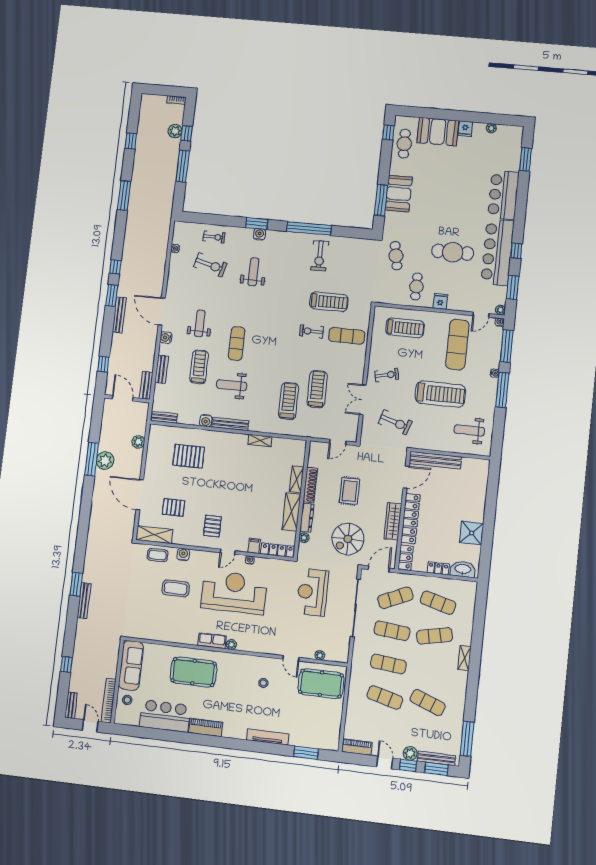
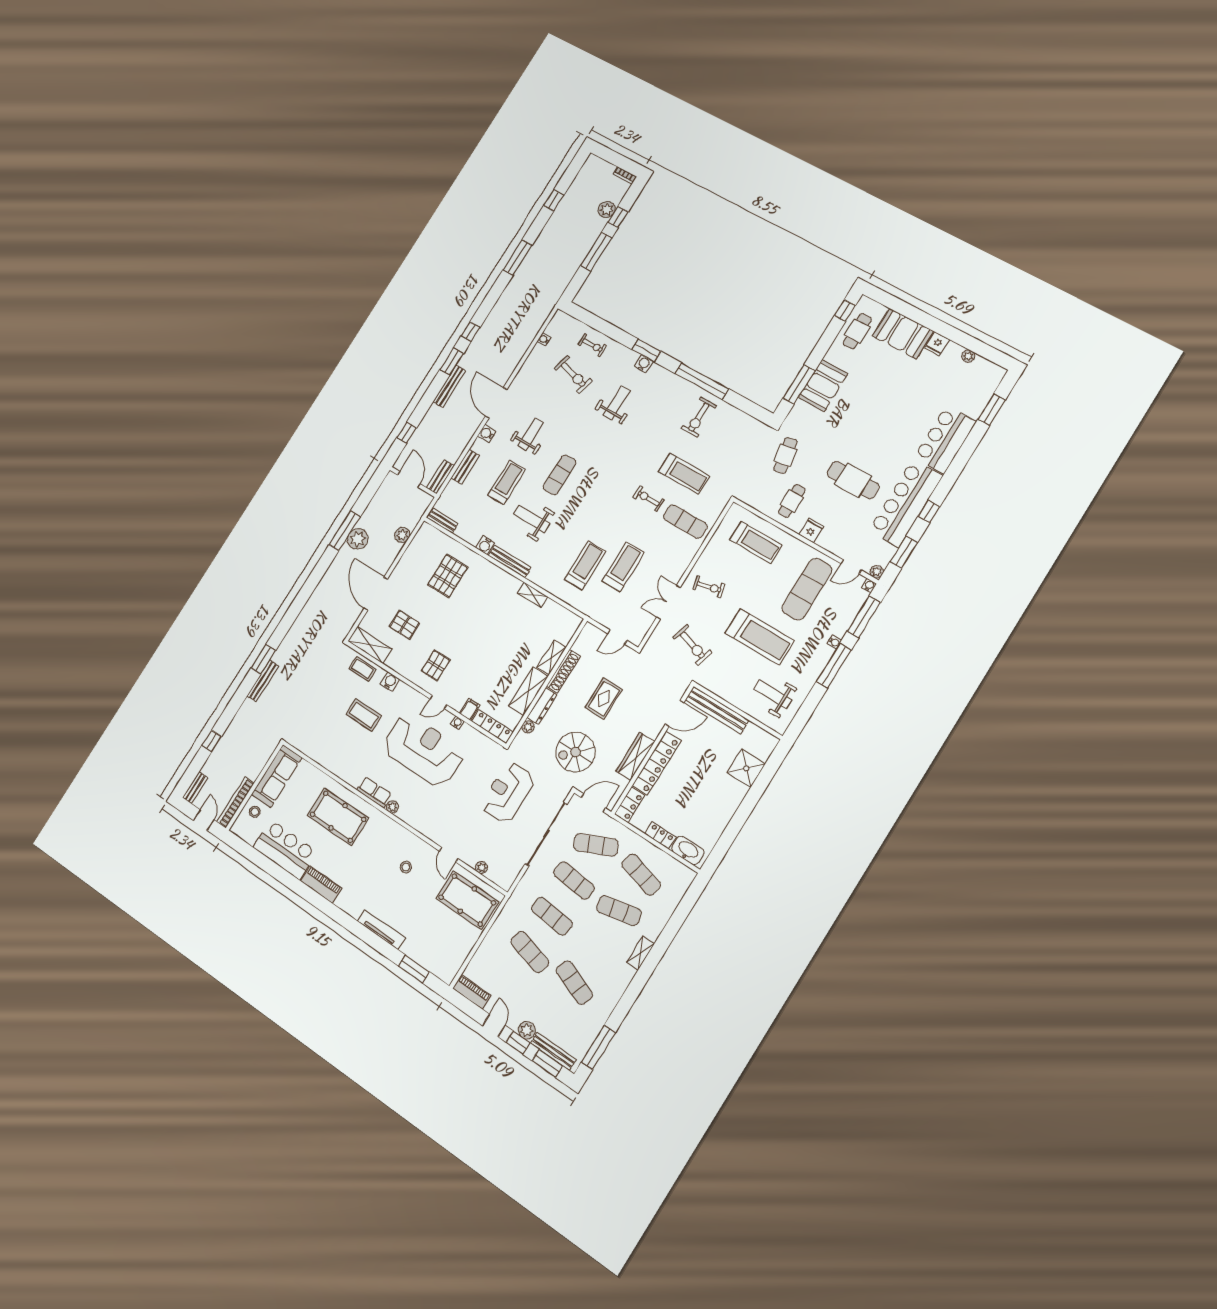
pallet: (189, 456) -> (448, 576), turned 90
shower: (472, 533) -> (746, 768), moved

